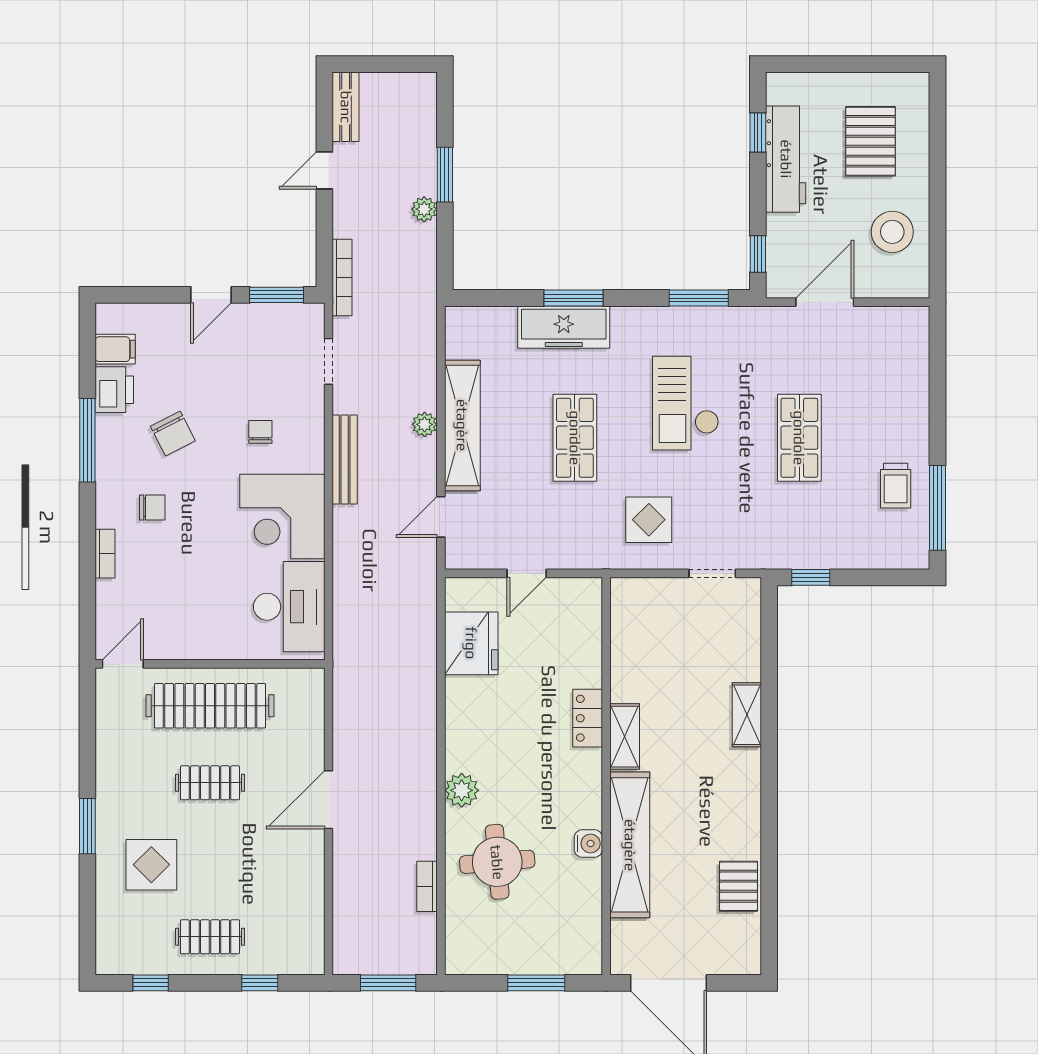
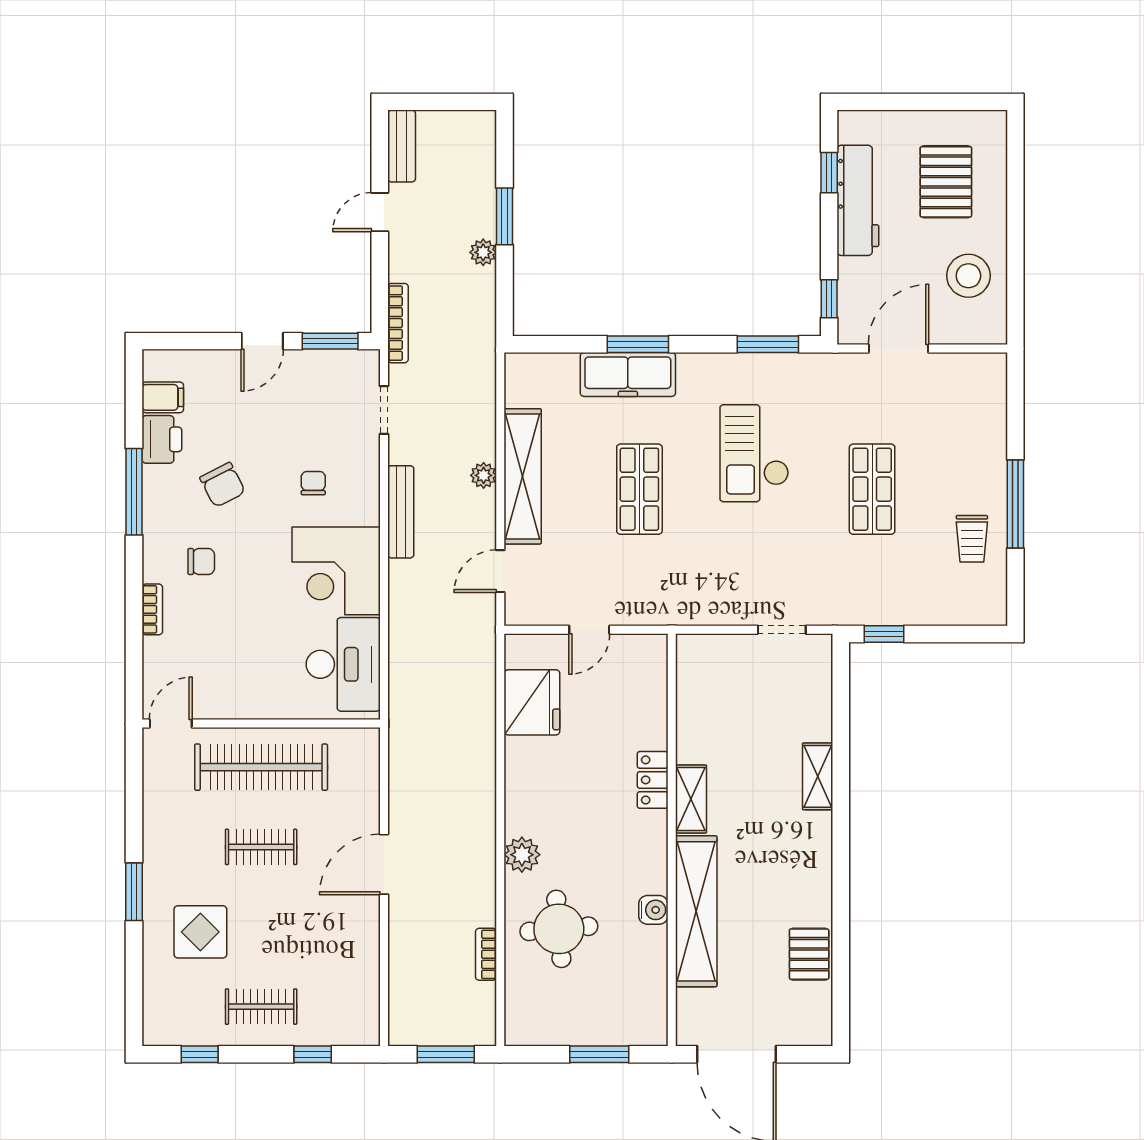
window: (938, 508) -> (1015, 504), moved
display table: (649, 520) -> (716, 574), removed

